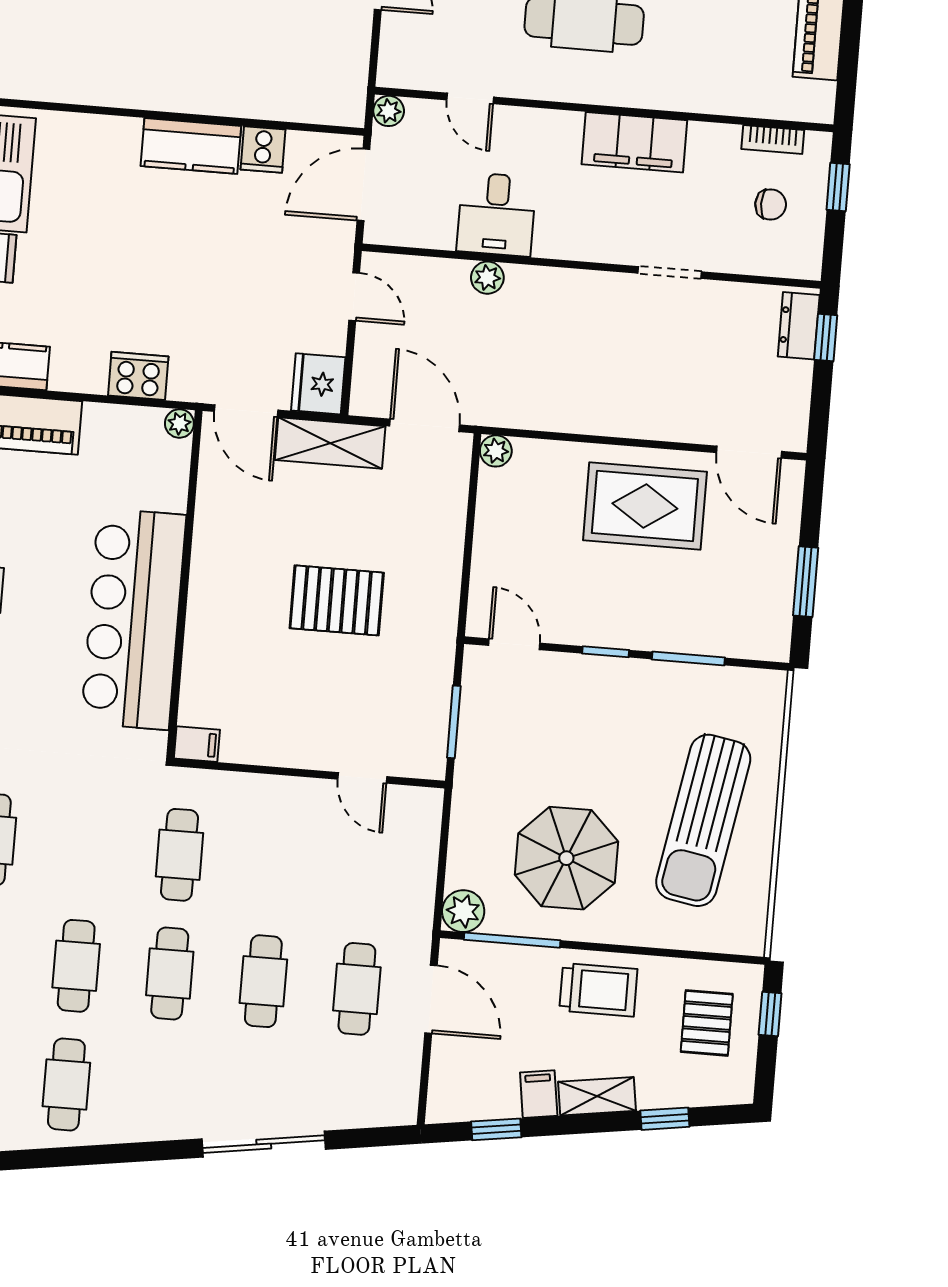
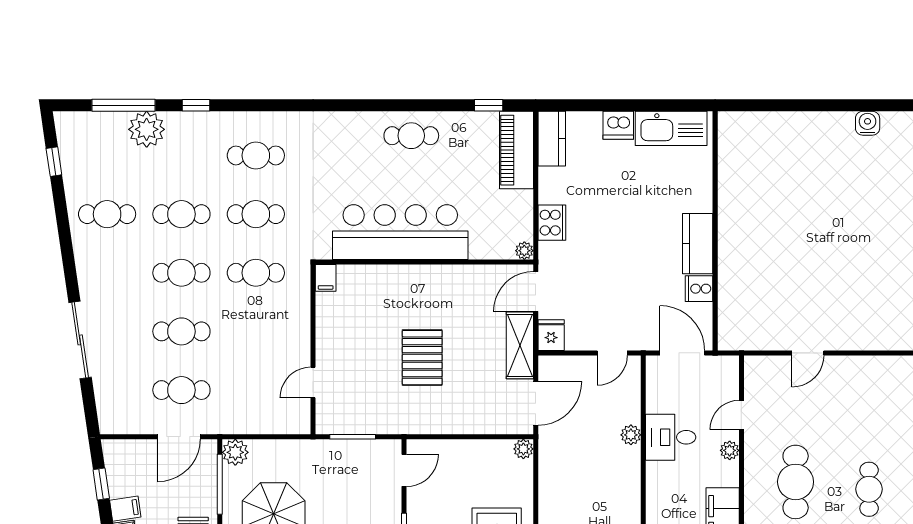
plant: (389, 111) -> (730, 450), moved
fridge: (318, 384) -> (551, 335), width x0.72
cafe table: (86, 847) -> (256, 214), added

